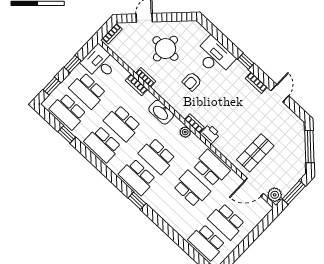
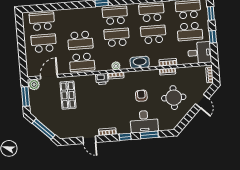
window: (223, 40) -> (149, 135), added
school desk: (88, 91) -> (190, 31), turned 180

